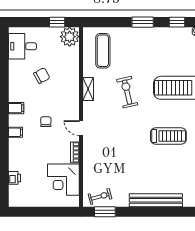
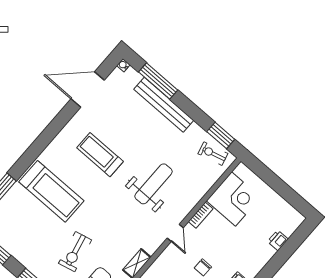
exercise bike: (127, 92) -> (75, 252), moved
weight bench: (120, 146) -> (153, 184), added
window: (172, 212) -> (158, 81), added

